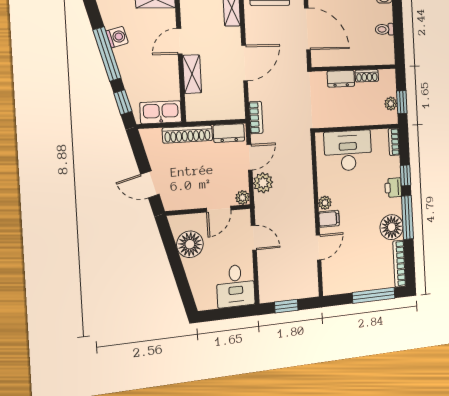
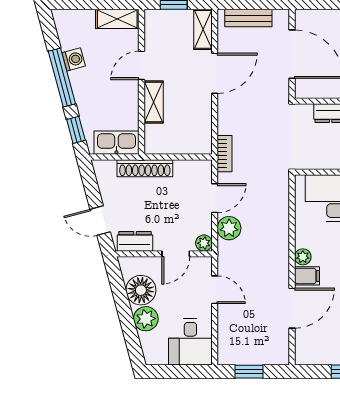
door: (245, 63) -> (215, 73), moved
dresser: (229, 133) -> (135, 241), moved, turned 180
door: (319, 247) -> (292, 308), width x1.38
plant: (196, 269) -> (146, 319), added

